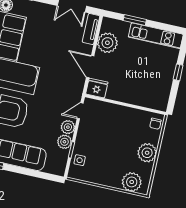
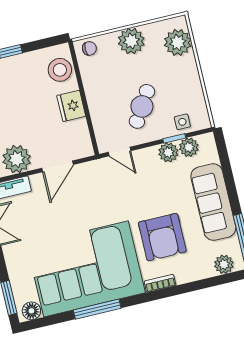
fridge: (97, 88) -> (71, 106), moved
stool: (151, 98) -> (60, 70), added
plant: (68, 127) -> (189, 147), moved
cafe table: (102, 139) -> (142, 106), added

